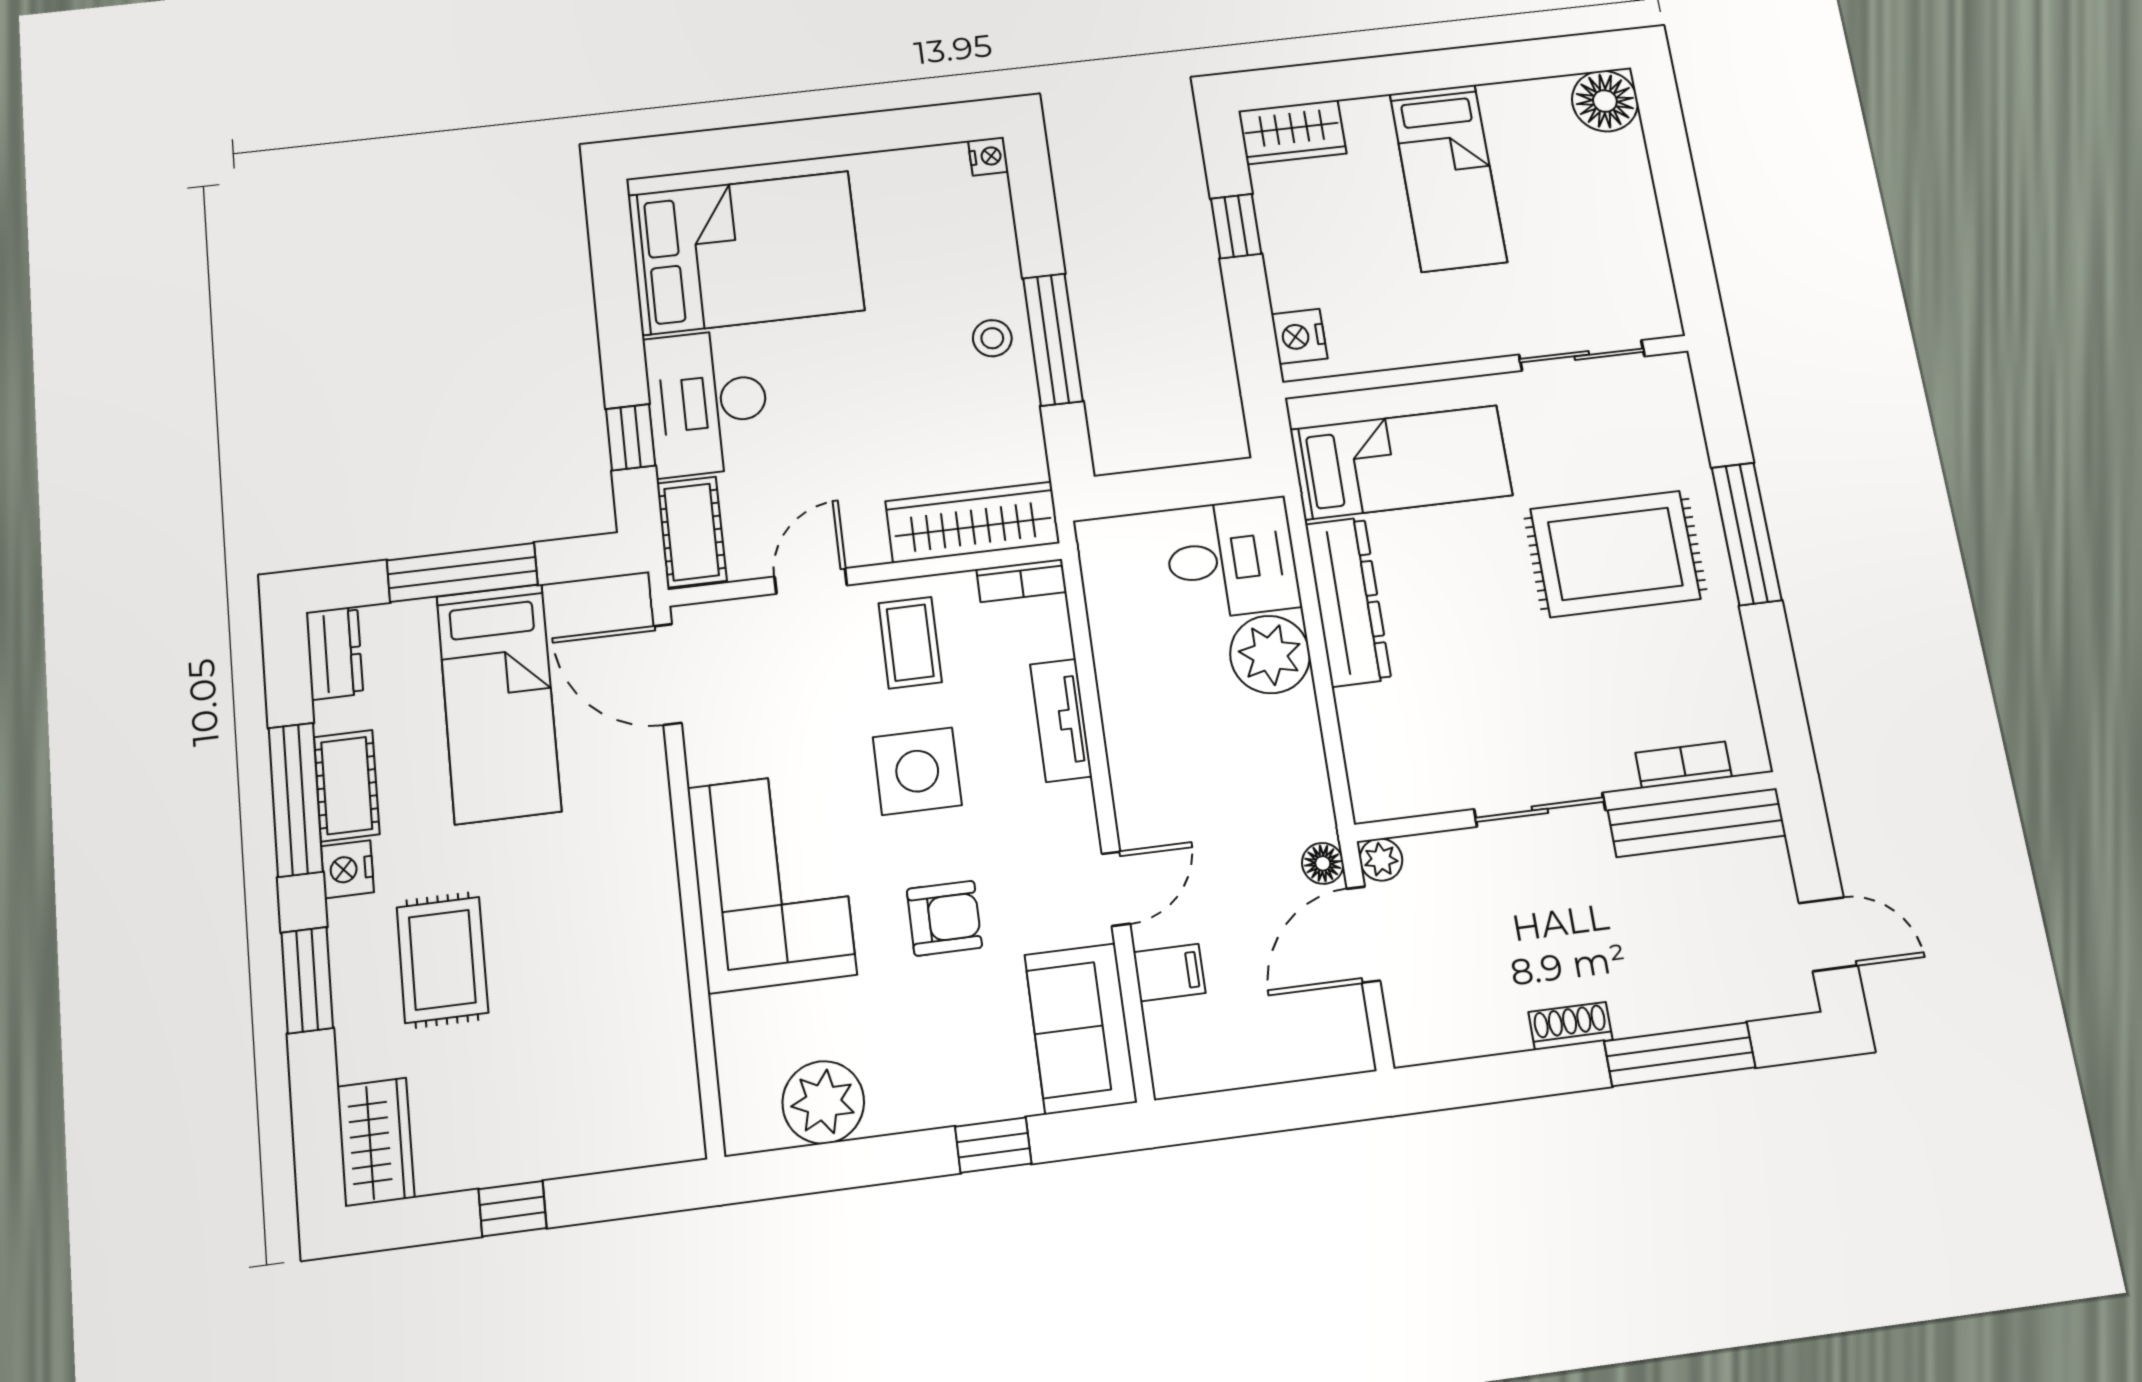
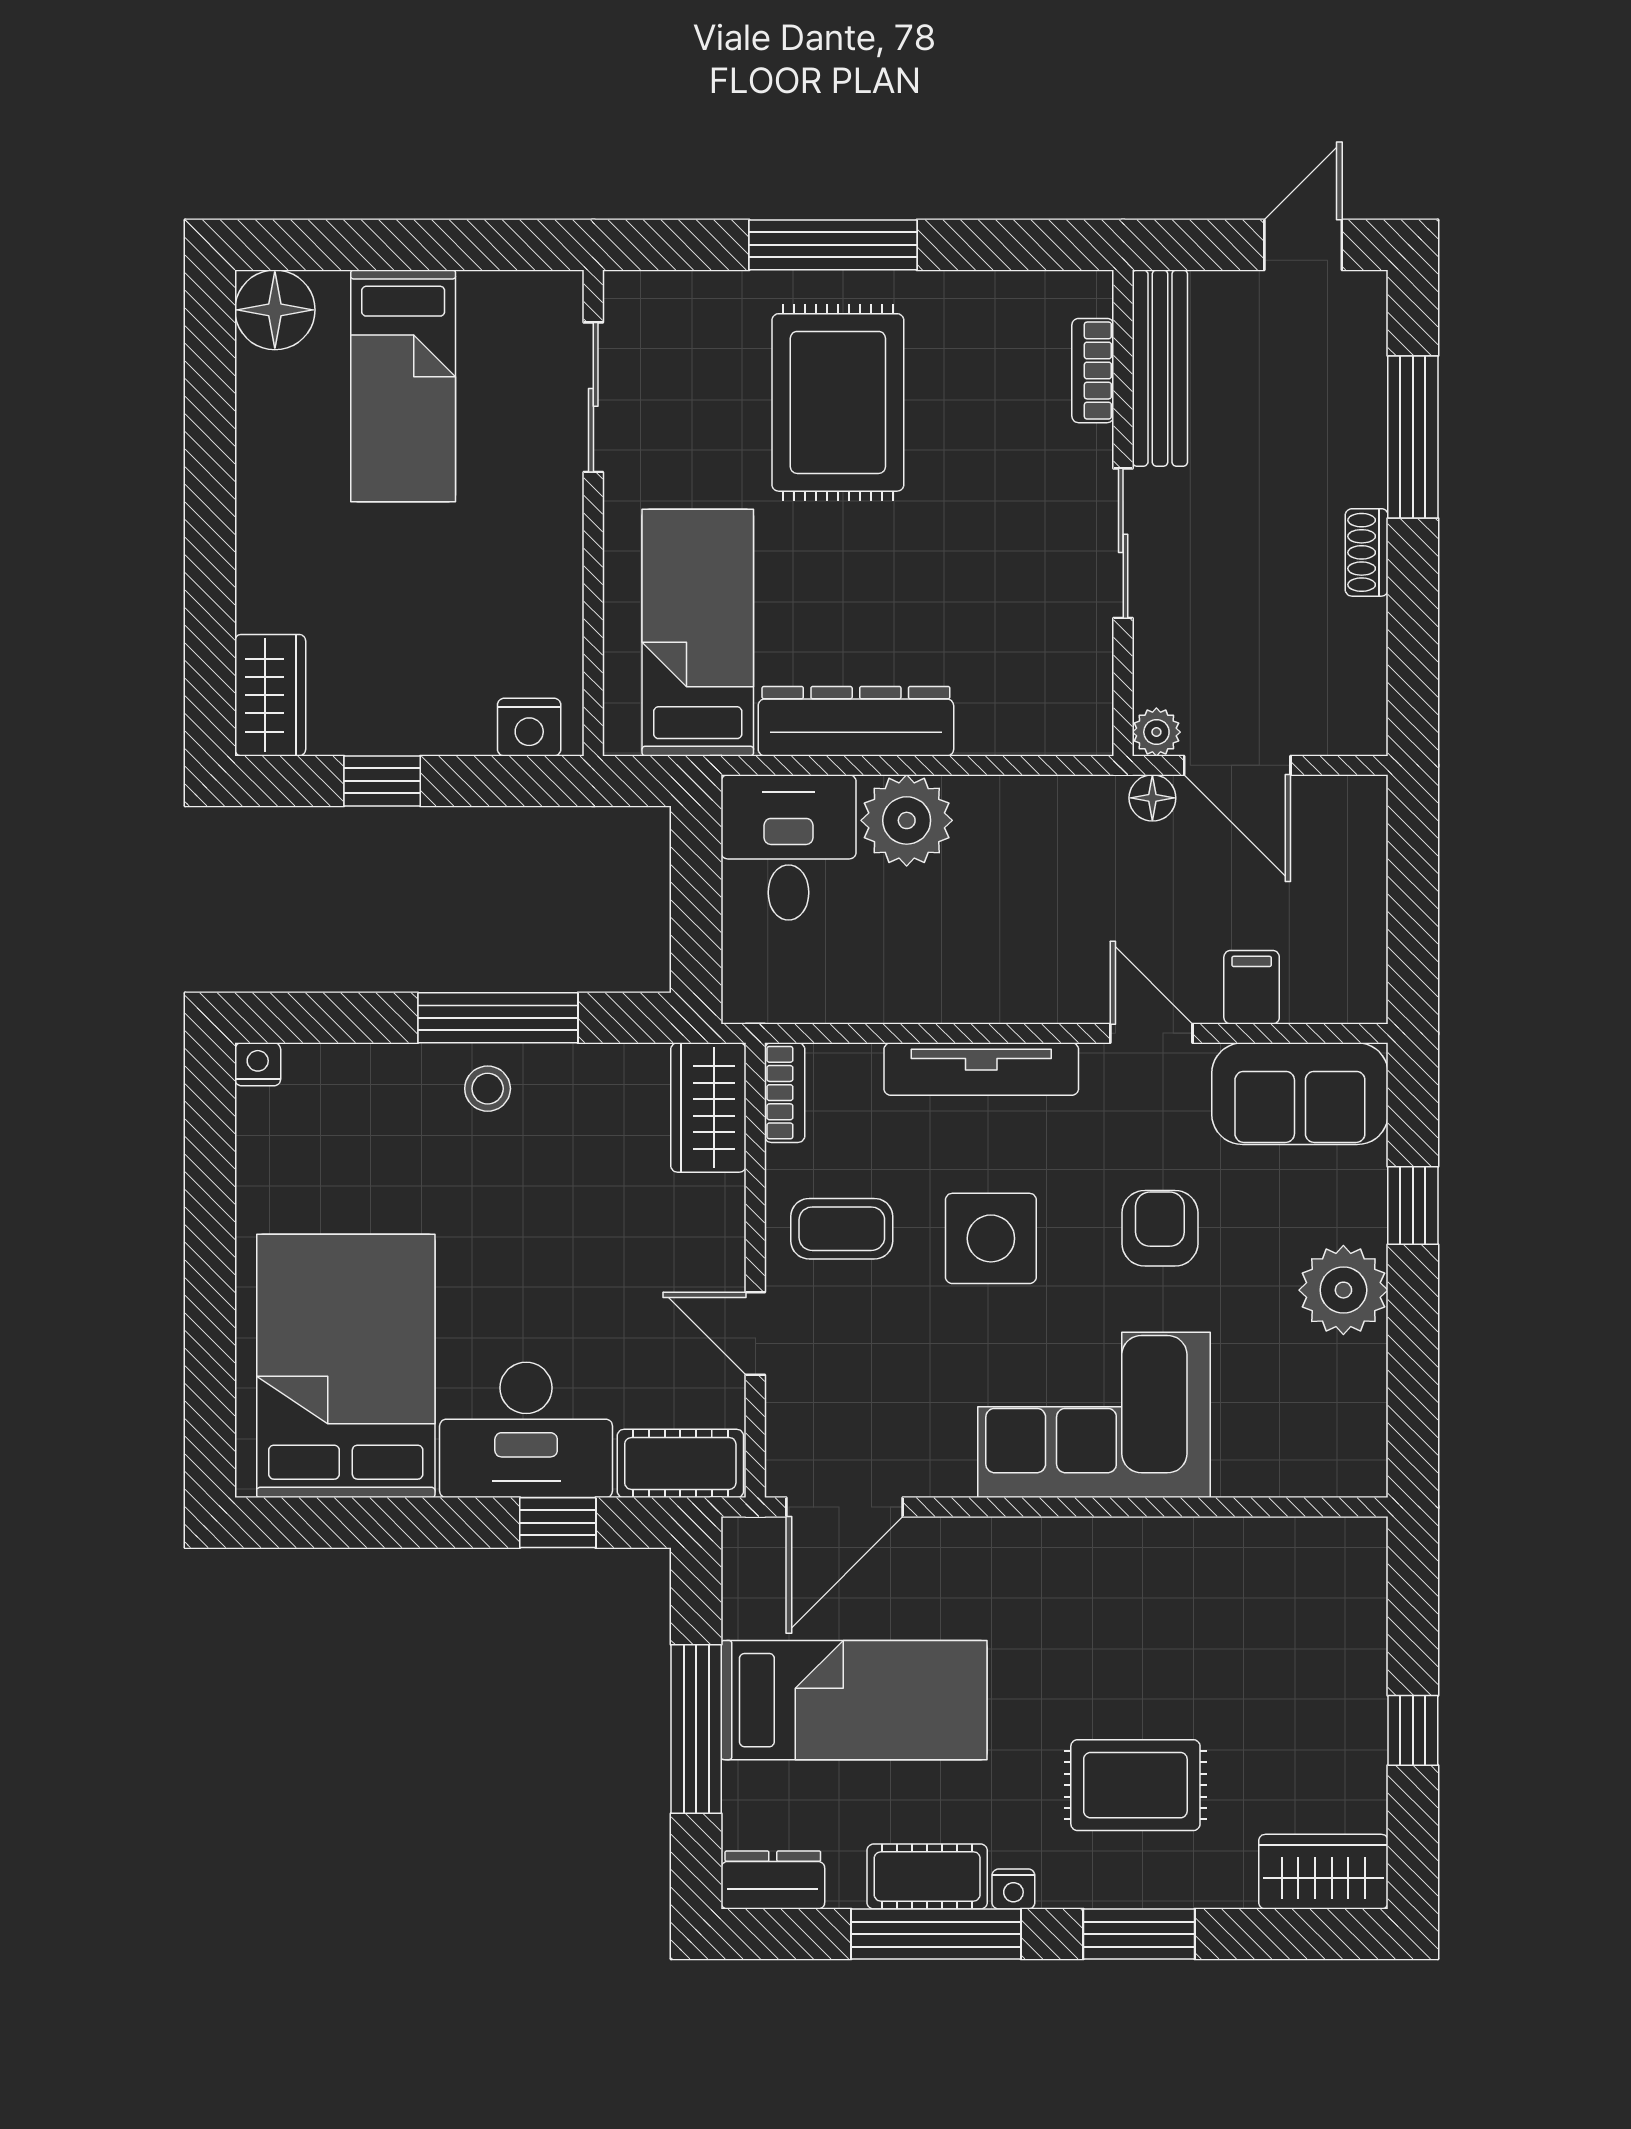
bed: (1448, 178) -> (403, 386), moved, turned 90
wardrobe: (973, 522) -> (708, 1108), width x0.67
tv unit: (1061, 720) -> (981, 1069), width x1.41
nightstand: (347, 869) -> (1013, 1889), width x0.72, depth x0.74
plant: (823, 1102) -> (1343, 1290), moved

